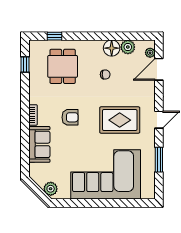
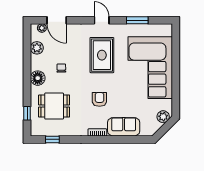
floor lamp: (112, 48) -> (38, 78), moved

